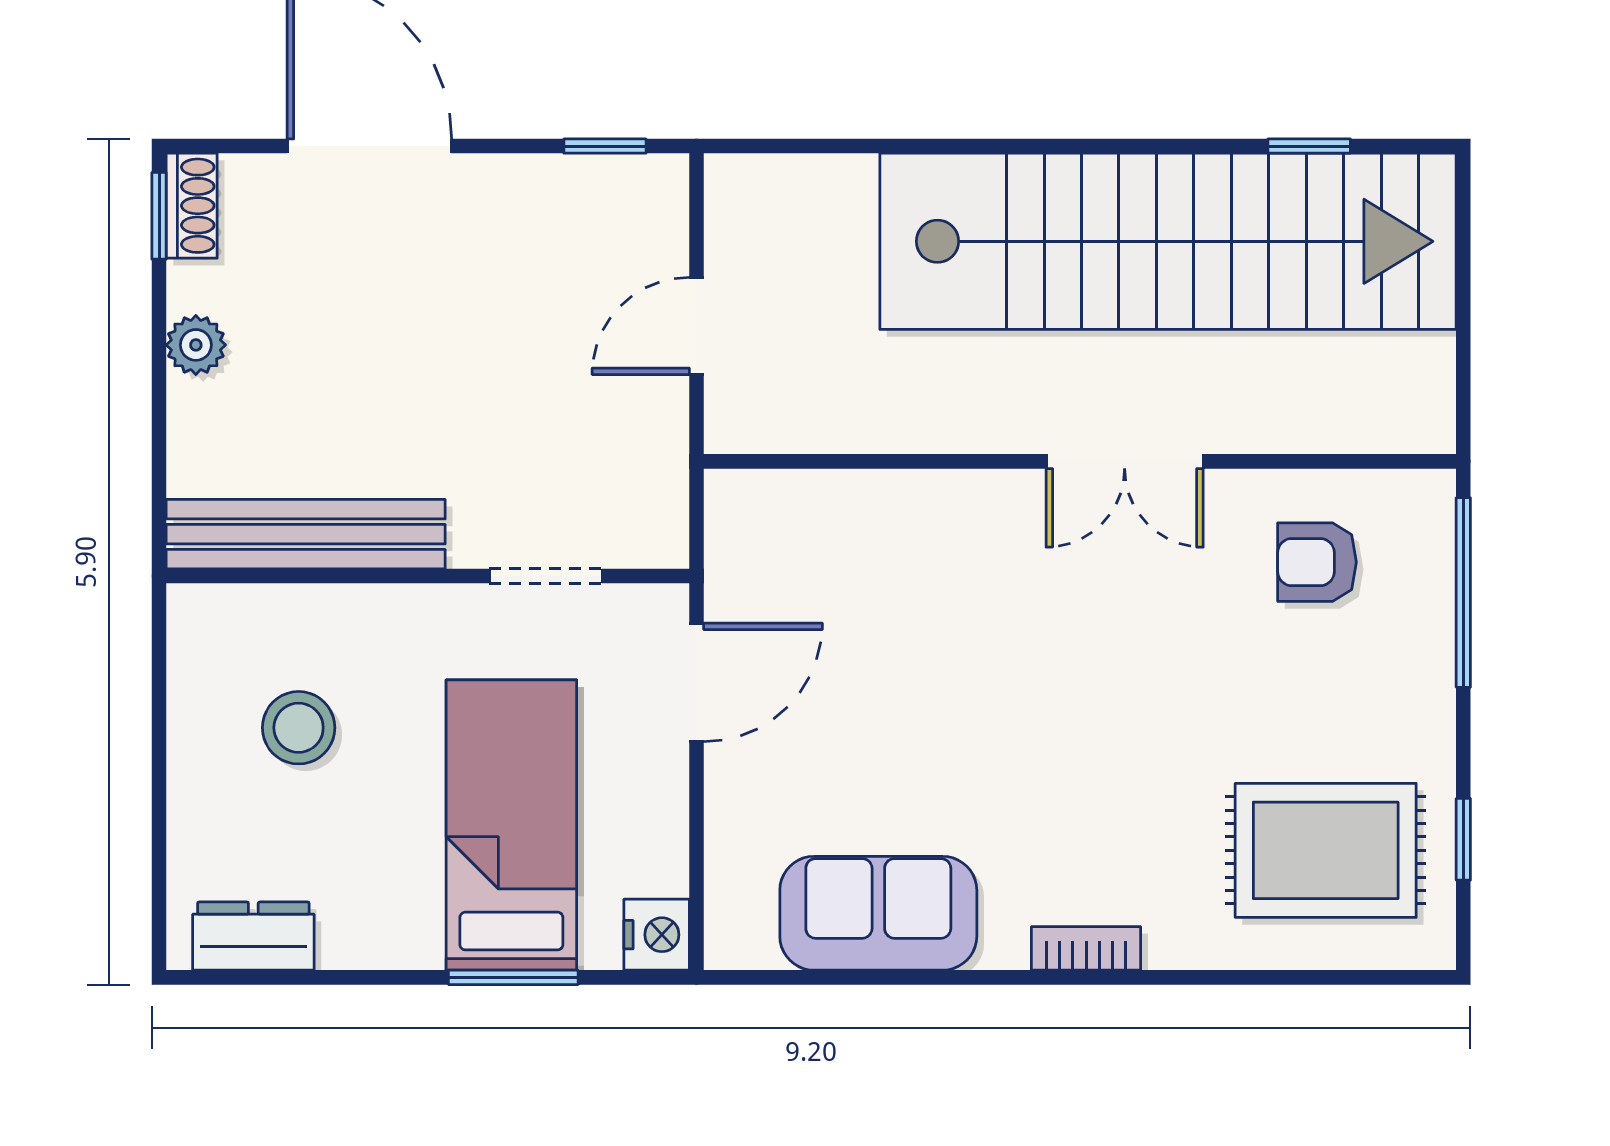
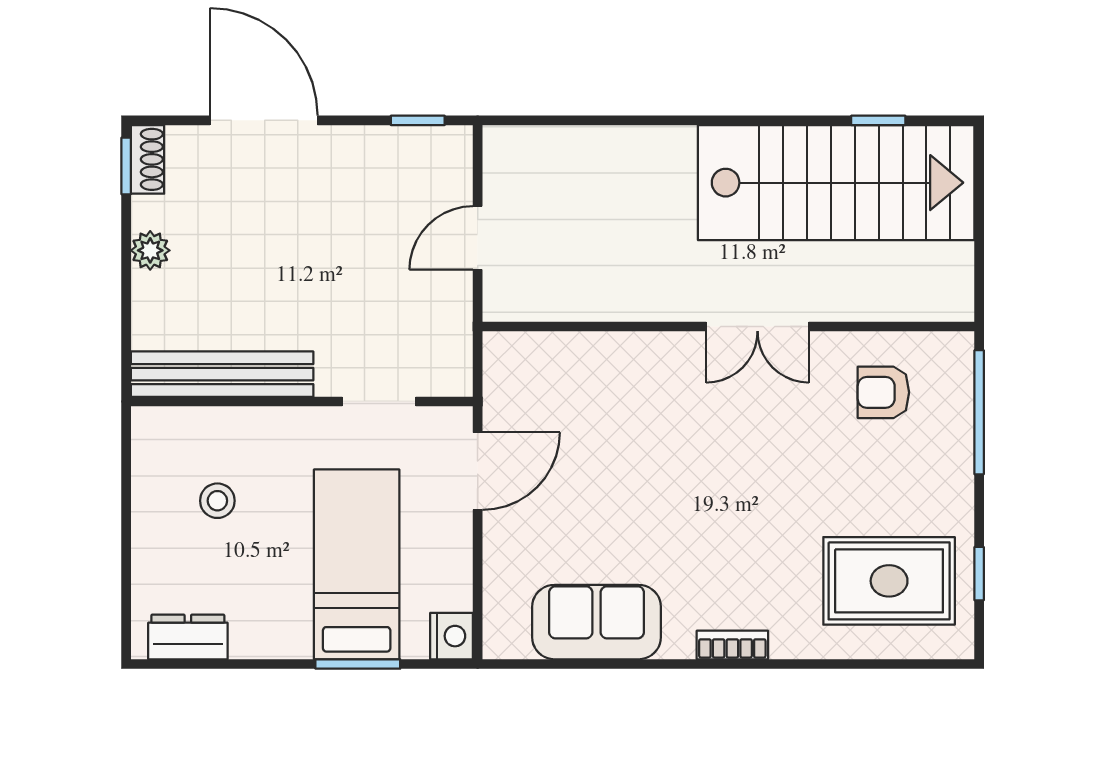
stairs: (1168, 241) -> (836, 183), width x0.73
stool: (299, 728) -> (217, 501), width x0.73, depth x0.73

